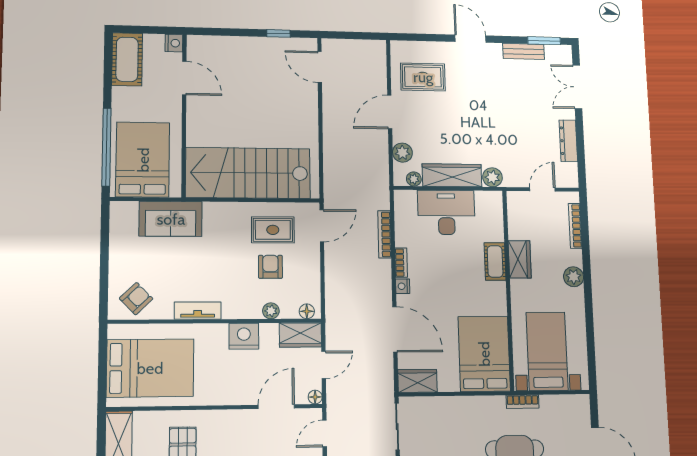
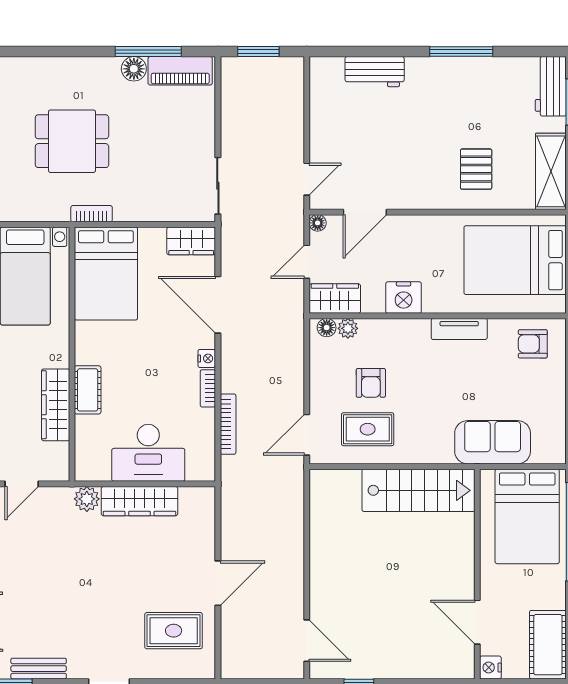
plant: (402, 153) -> (203, 530), removed
stairs: (248, 173) -> (418, 490), width x0.73, depth x0.66
plant: (414, 179) -> (189, 496), removed
wardrobe: (520, 259) -> (56, 405), width x1.50
armchair: (136, 299) -> (533, 344), turned 44
plant: (271, 311) -> (348, 328), moved
bookcase: (523, 402) -> (92, 214), moved

